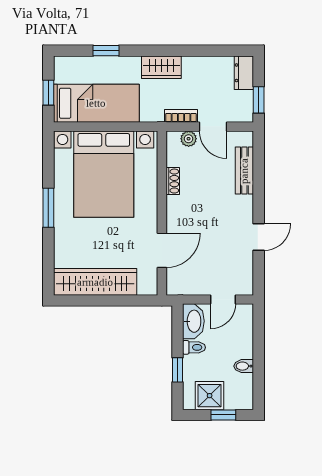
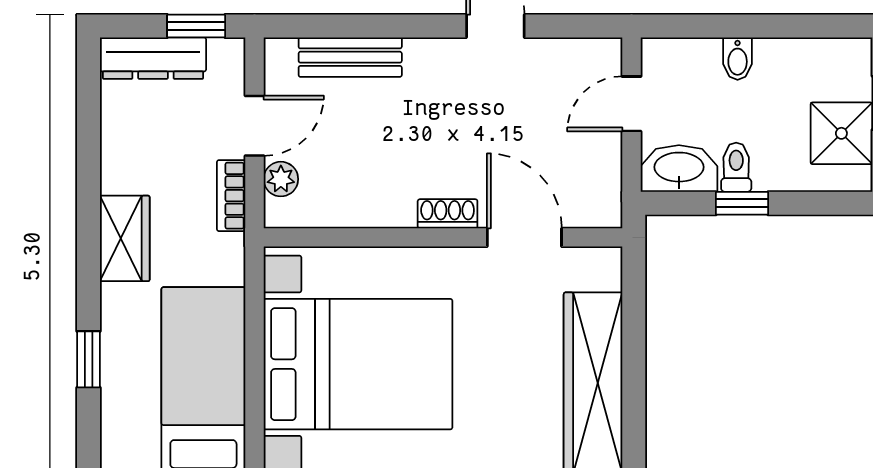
dresser: (244, 73) -> (153, 58), width x1.44
shoe rack: (173, 181) -> (448, 214), moved
door: (223, 299) -> (632, 104), swing flipped
bidet: (244, 366) -> (738, 59), moved
window: (177, 370) -> (742, 203), moved

